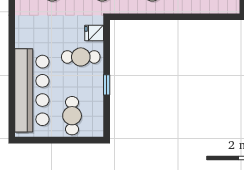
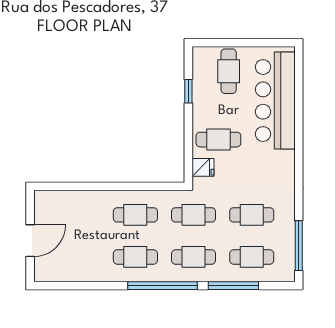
window: (107, 85) -> (188, 91), moved

